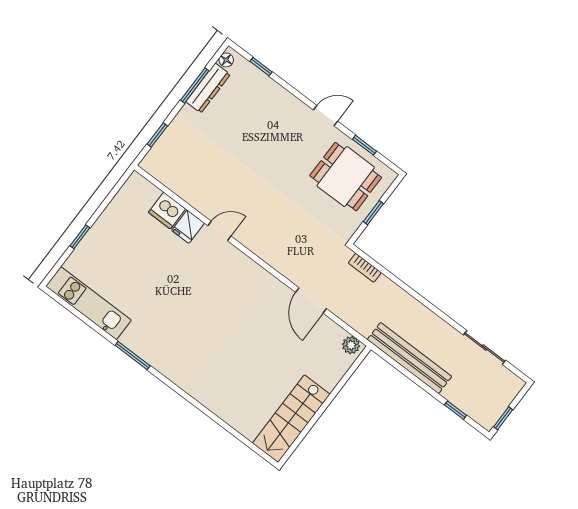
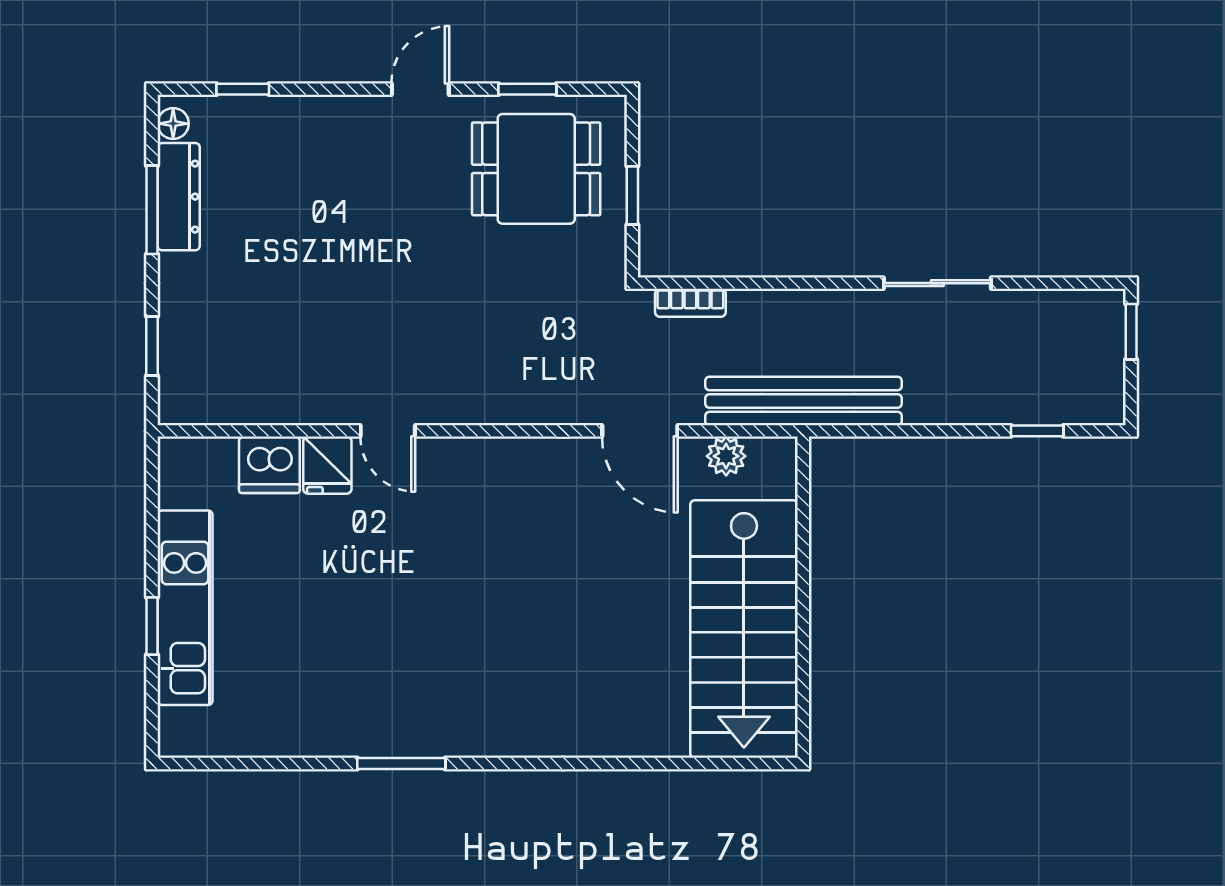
door: (219, 231) -> (388, 431), swing flipped
kitchen unit: (89, 303) -> (185, 608), moved, turned 90
plant: (351, 345) -> (726, 456), moved
sliding door: (485, 348) -> (937, 283), moved
bench: (409, 358) -> (804, 401), moved
window: (503, 418) -> (1131, 332), moved
stairs: (291, 419) -> (744, 629), width x1.36, depth x1.51

